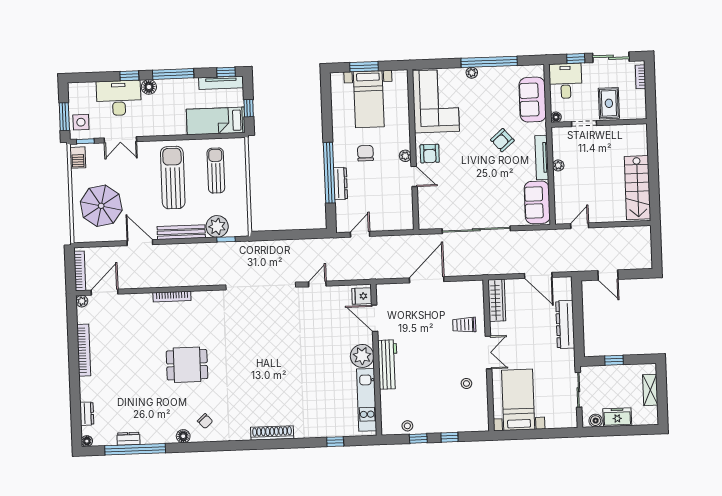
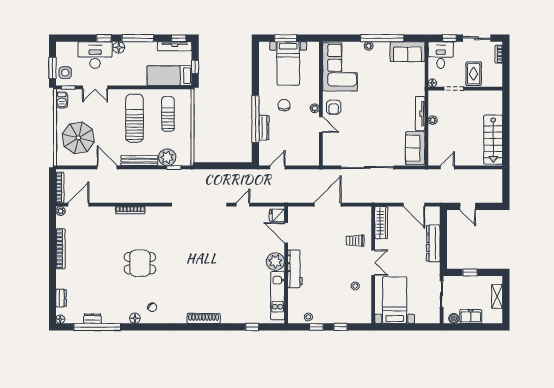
sofa: (533, 100) -> (407, 52), moved, turned -90
armchair: (502, 140) -> (390, 99), removed

